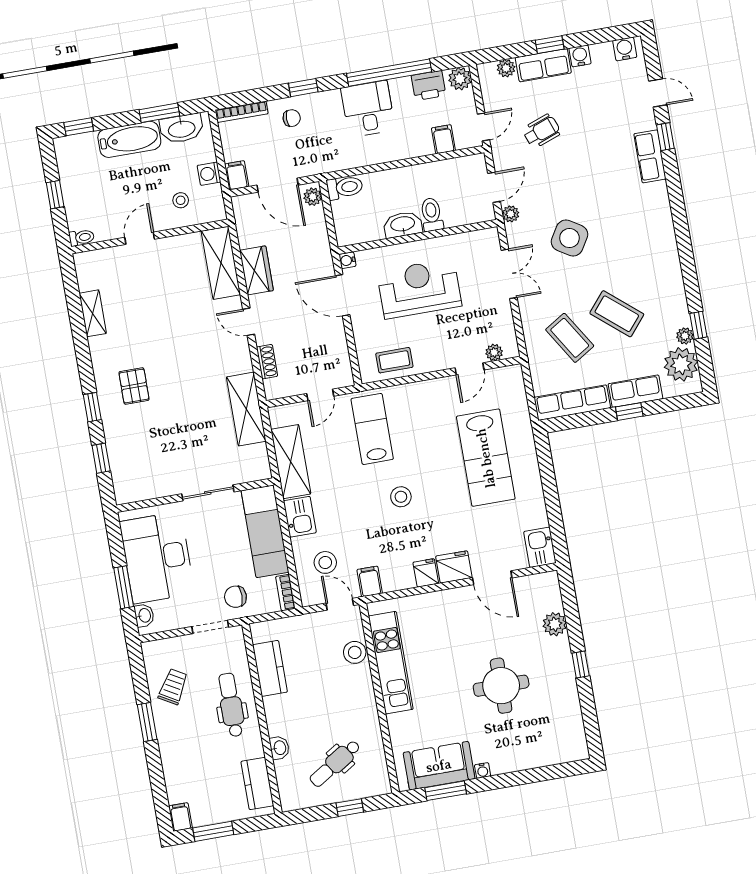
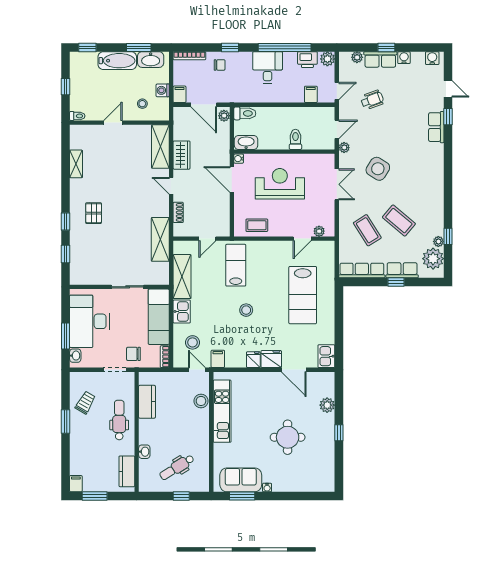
washbasin: (403, 225) -> (246, 142), moved

